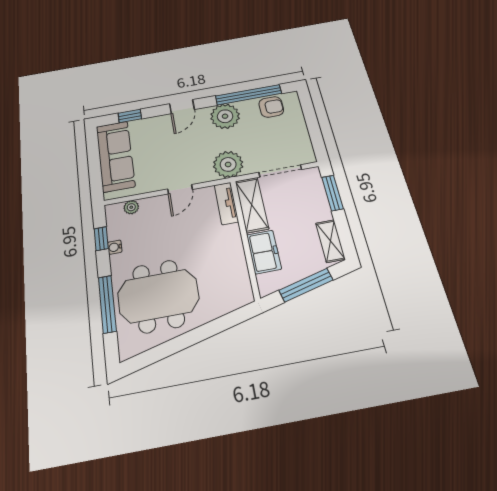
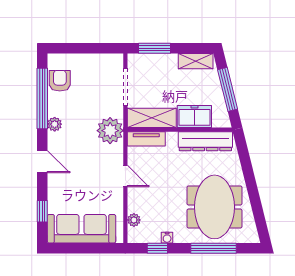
plant: (225, 116) -> (55, 124), width x0.53, depth x0.53
dresser: (237, 270) -> (205, 141), added

